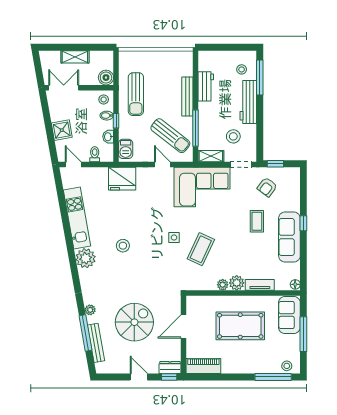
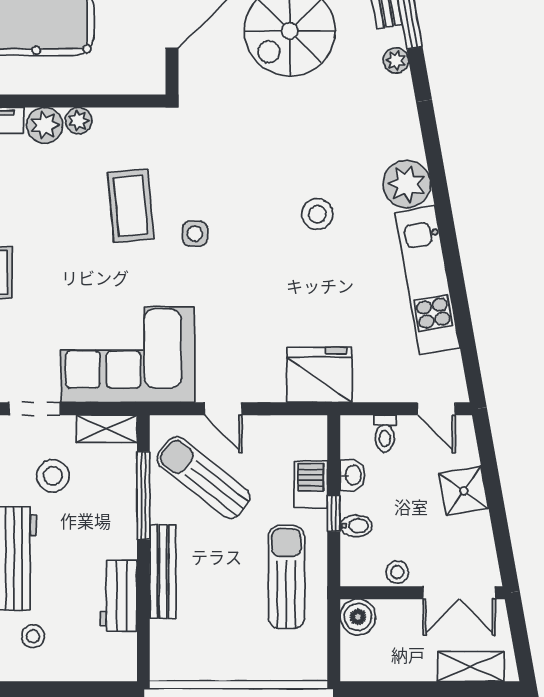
shelving: (75, 57) -> (471, 667), moved
stool: (104, 99) -> (397, 572), moved
barbecue: (126, 149) -> (311, 485), moved
coffee table: (201, 249) -> (131, 206), turned -30

